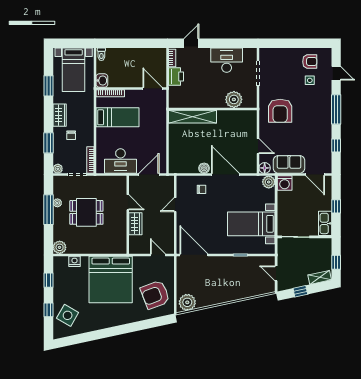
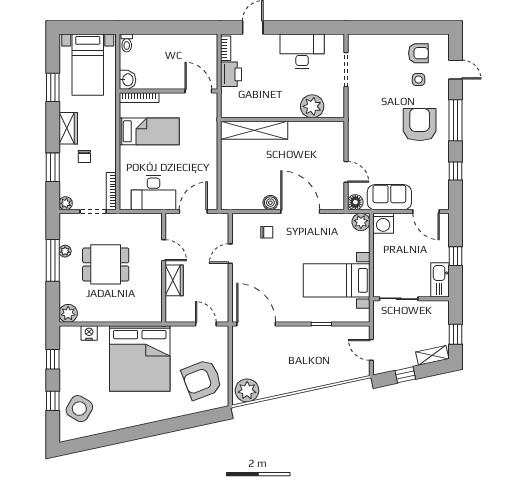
armchair: (280, 111) -> (420, 125), moved, turned 180

